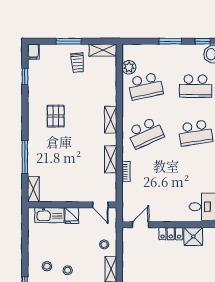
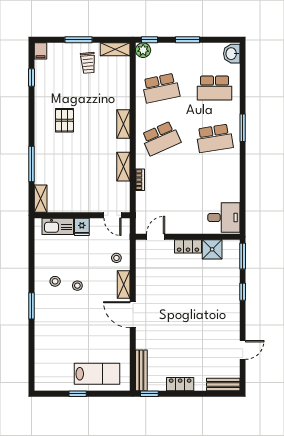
window: (203, 41) -> (149, 40), moved
plant: (129, 67) -> (143, 50), moved

